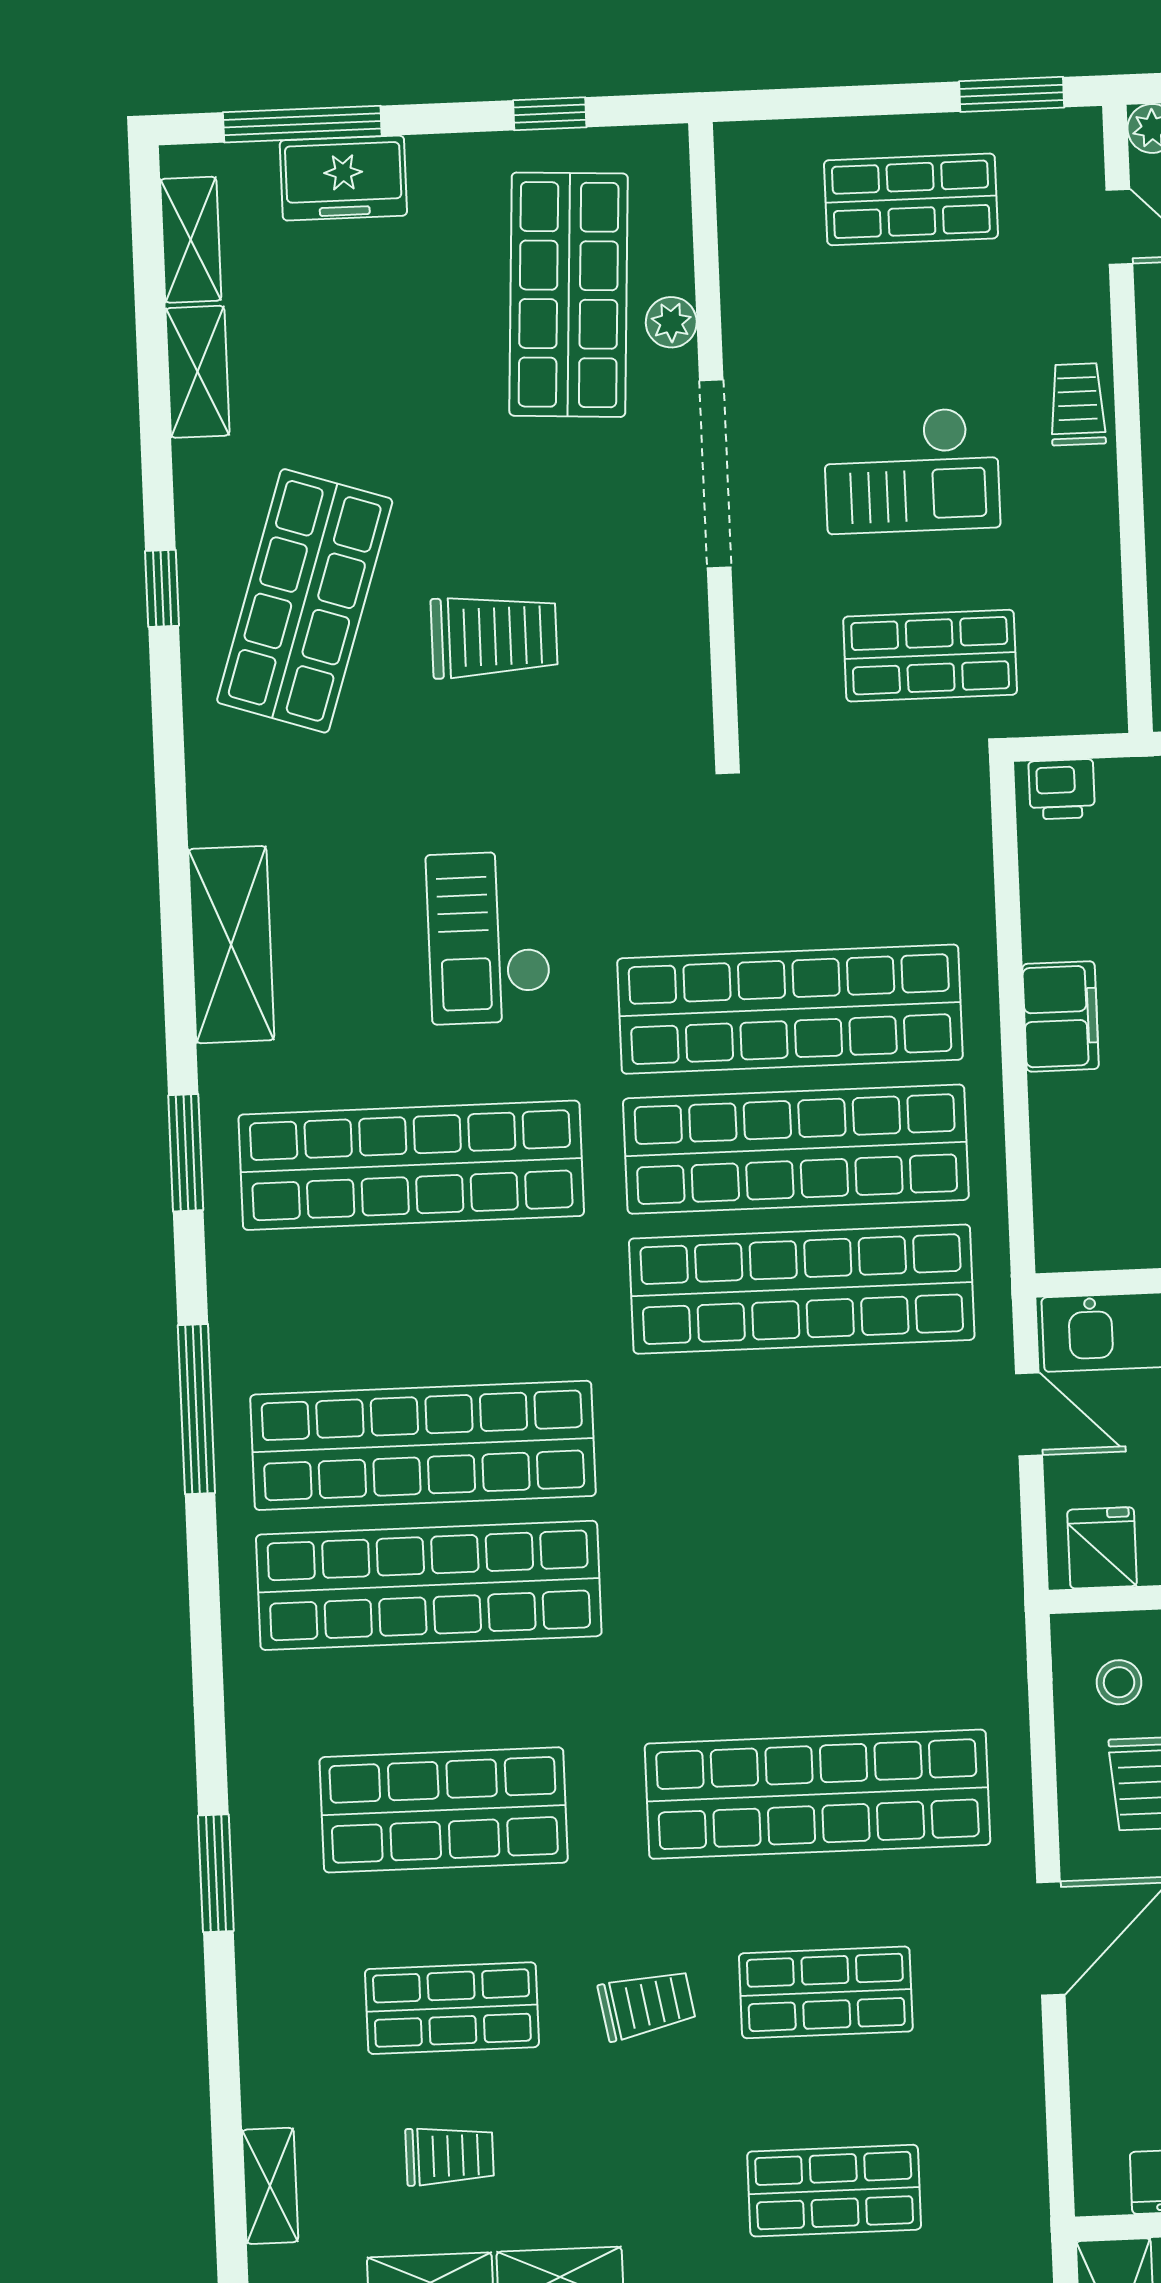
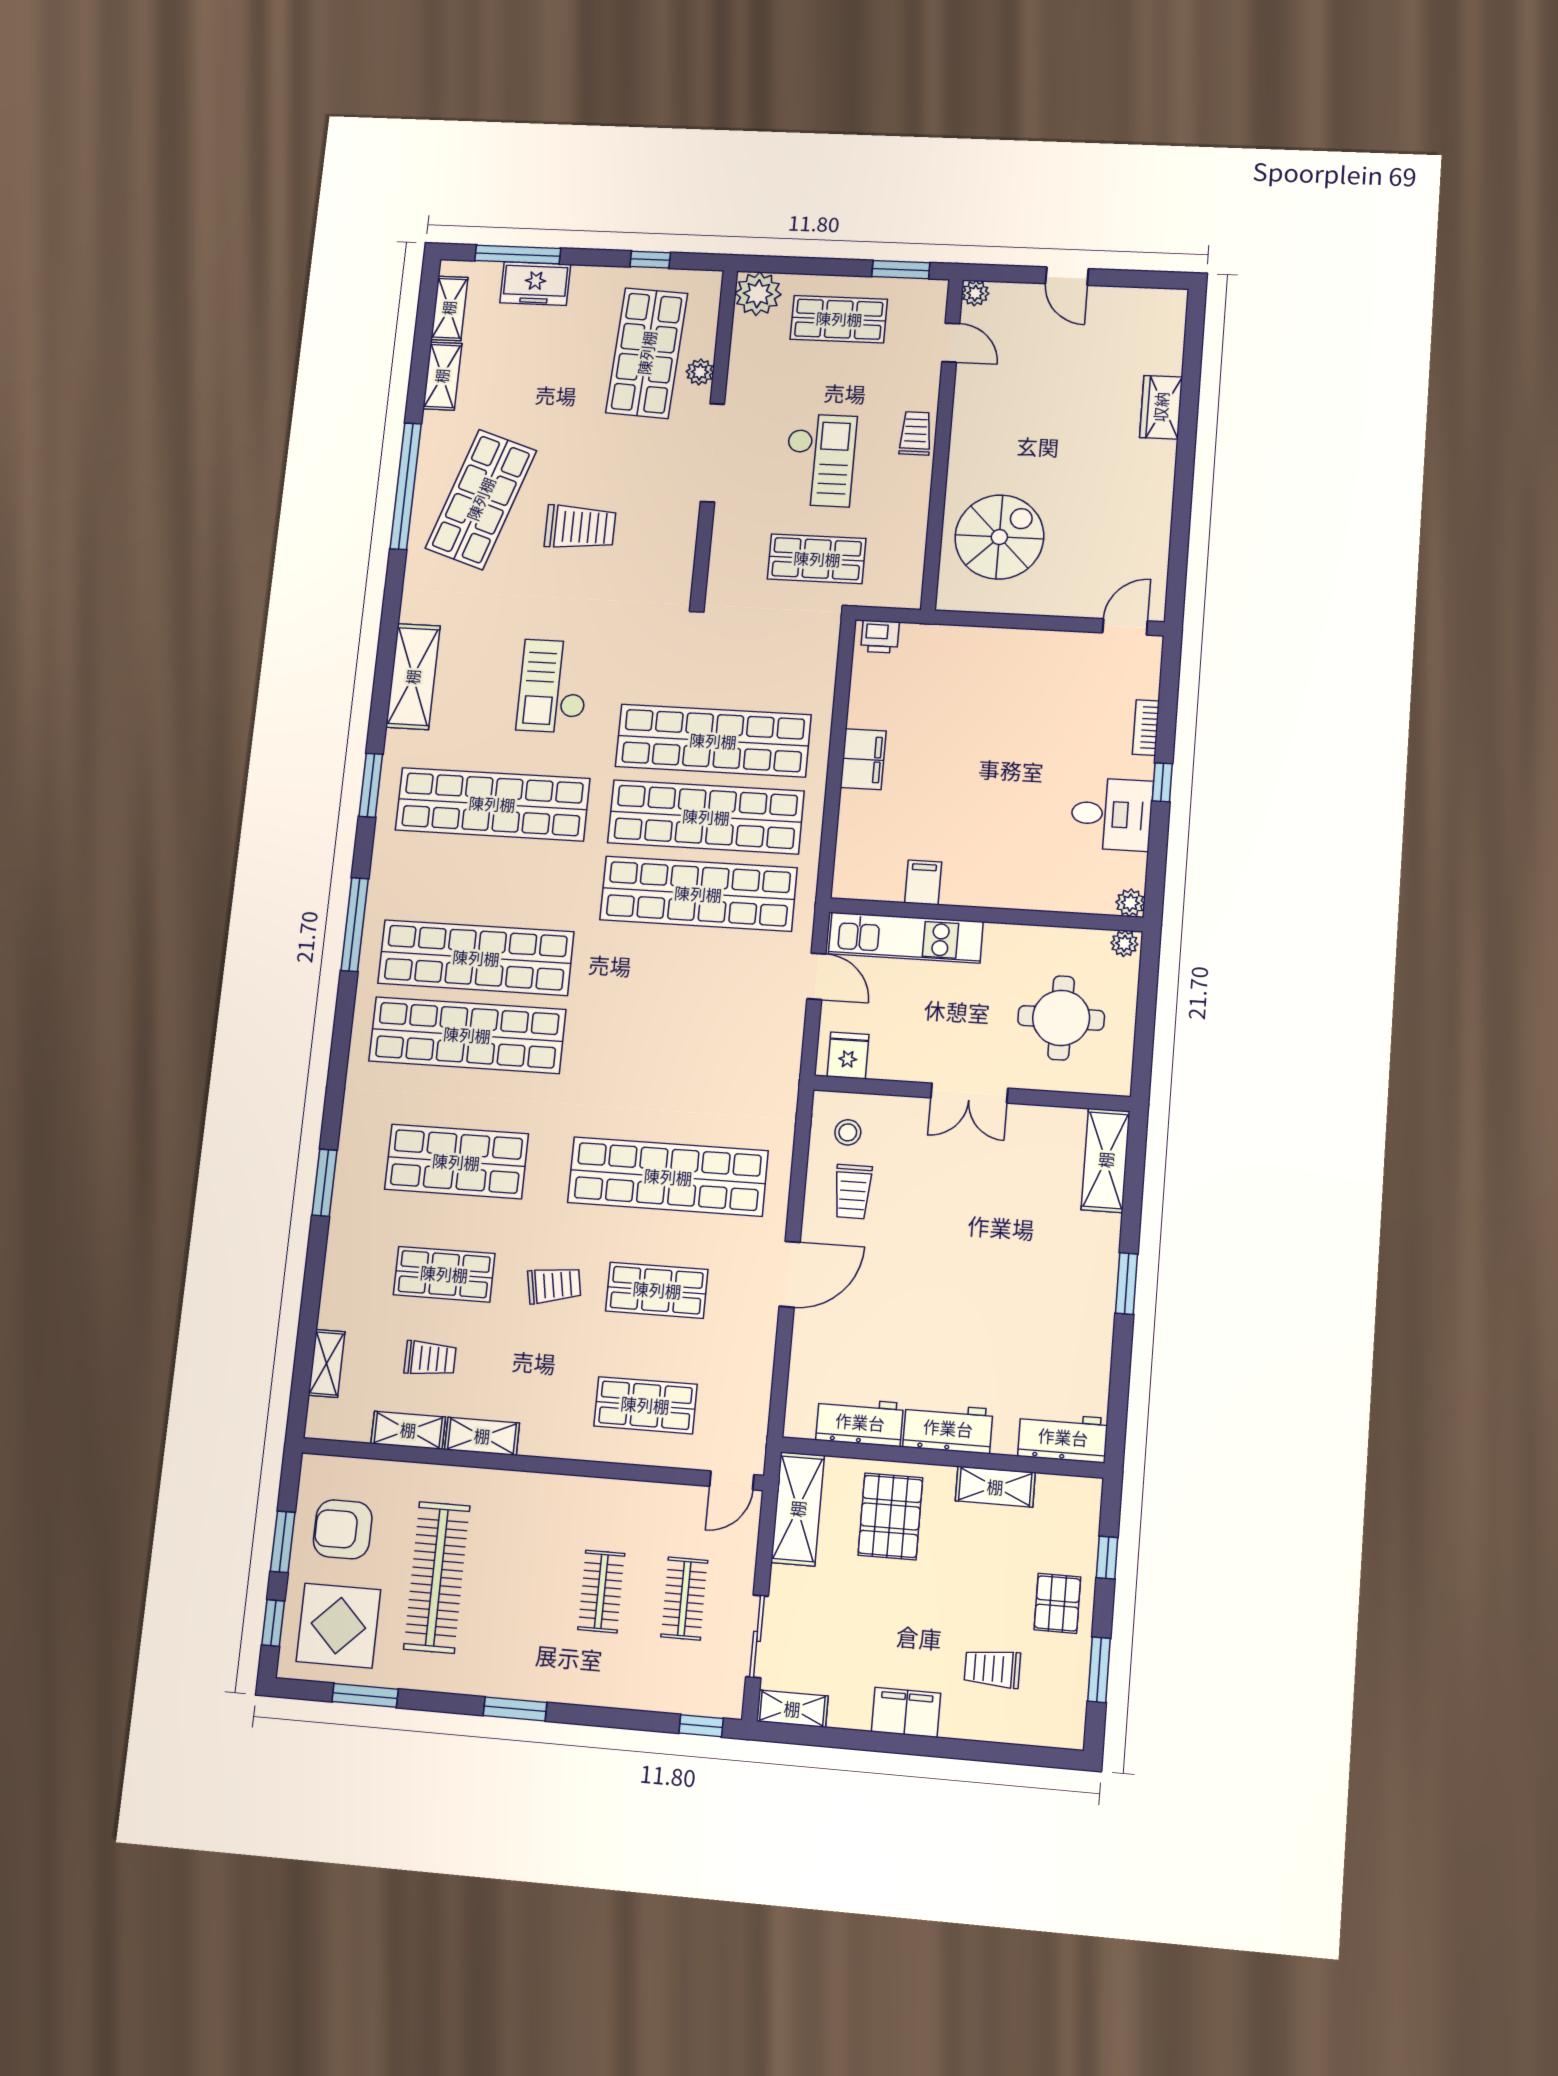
plant: (757, 163) -> (758, 294), added
checkout: (912, 470) -> (820, 460), turned -90
window: (162, 588) -> (406, 486), width x3.17

